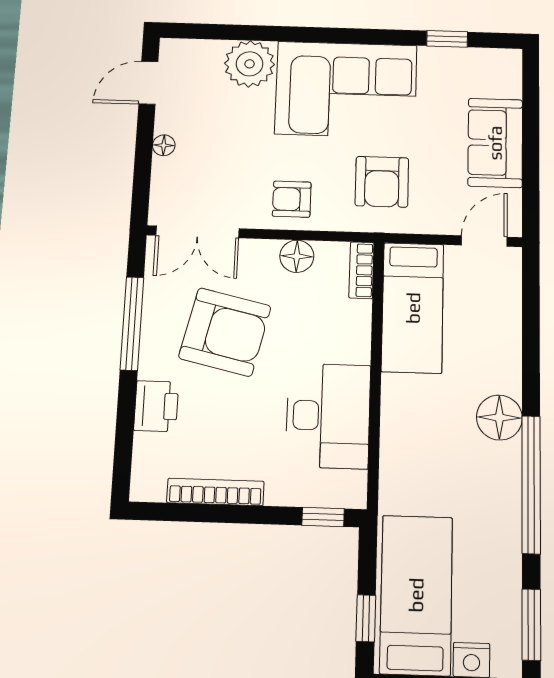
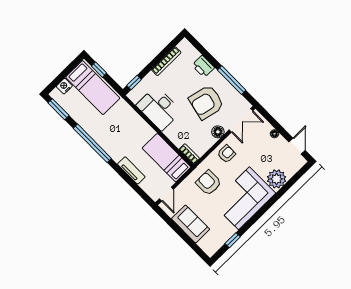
double door: (197, 232) -> (241, 120), swing flipped
floor lamp: (297, 256) -> (218, 132), moved
tv unit: (507, 353) -> (131, 170), added
floor lamp: (499, 418) -> (117, 152), removed

